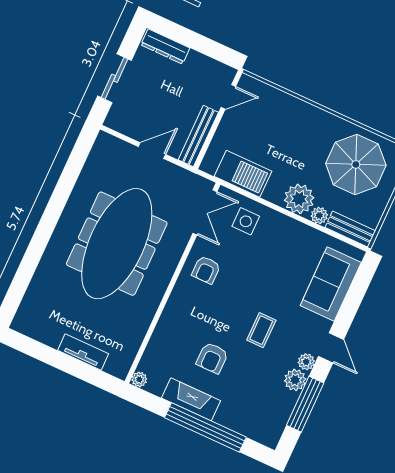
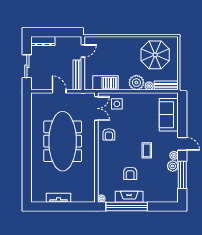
door: (152, 151) -> (59, 91), hinge flipped
tv unit: (83, 352) -> (58, 198), moved
window: (205, 427) -> (127, 207), moved

